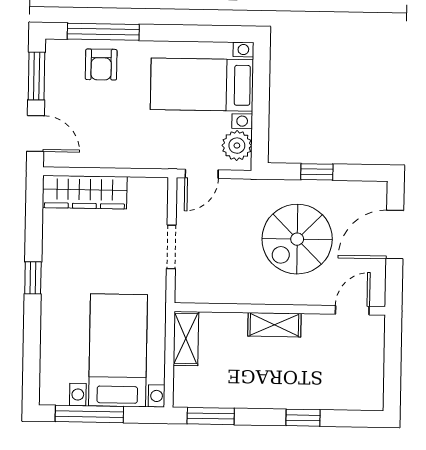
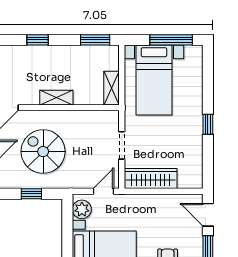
wardrobe: (85, 192) -> (151, 179), moved
spiral stairs: (297, 239) -> (43, 152), turned -90

